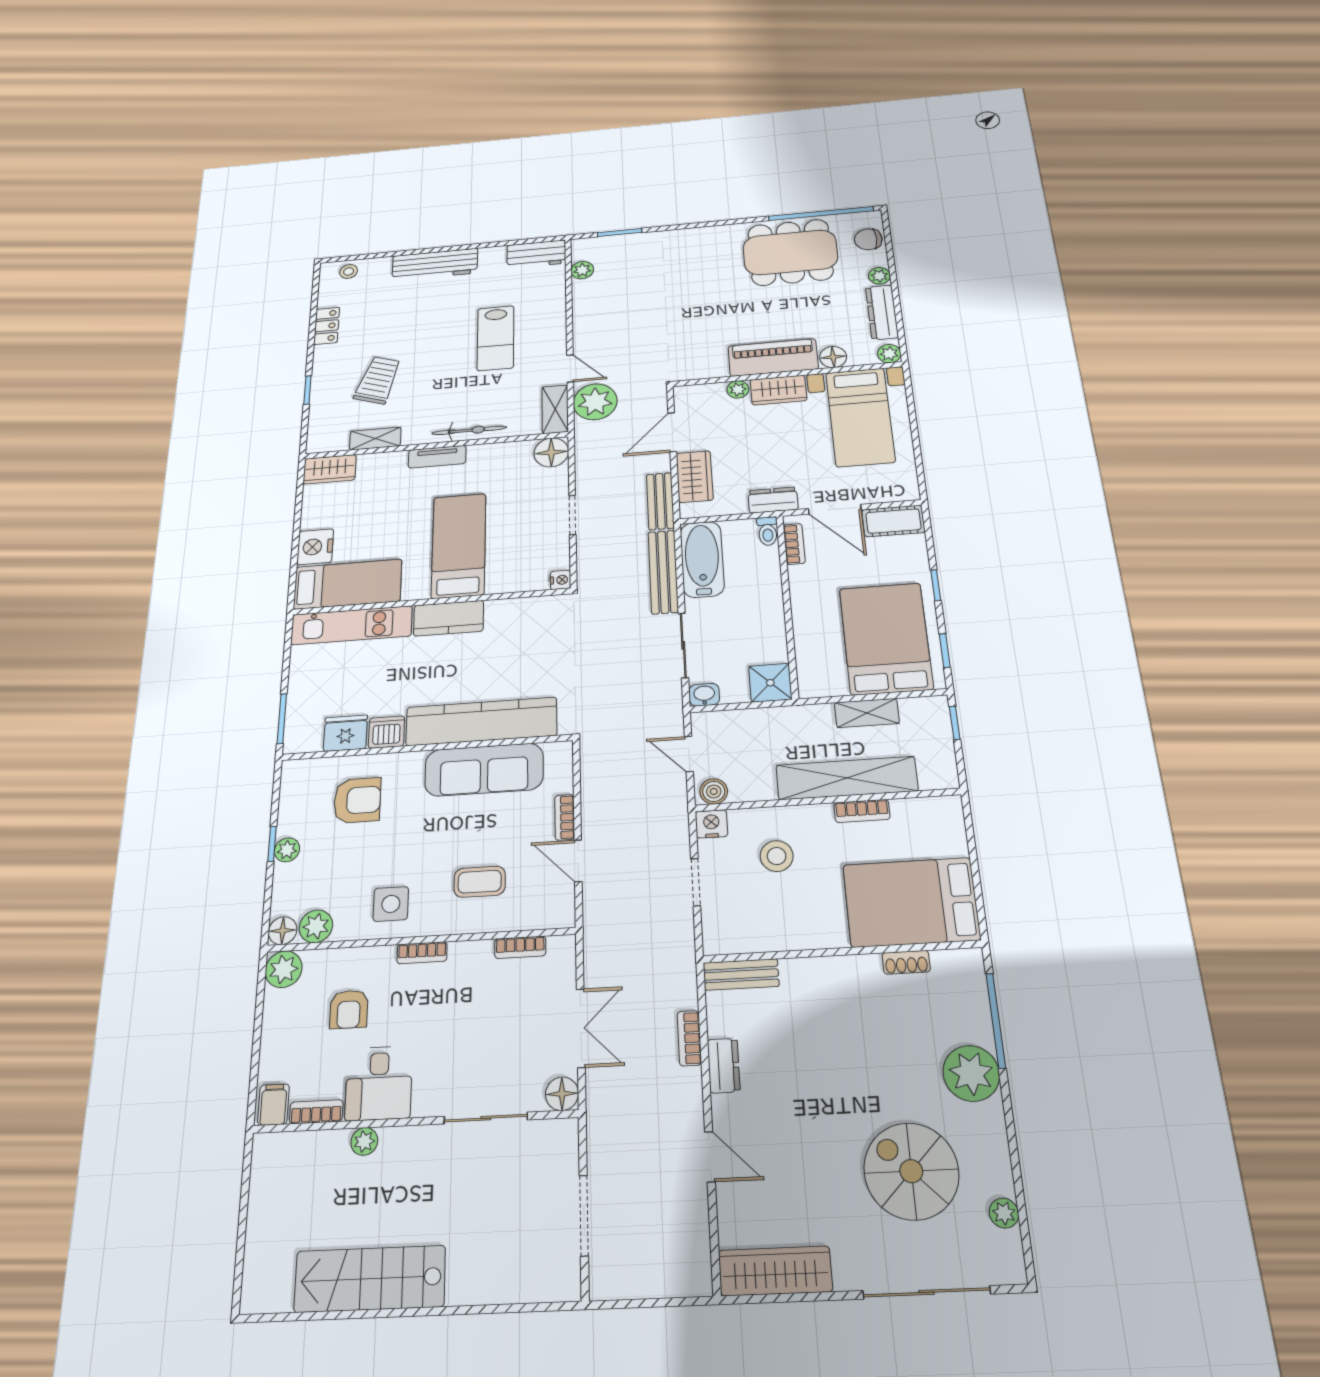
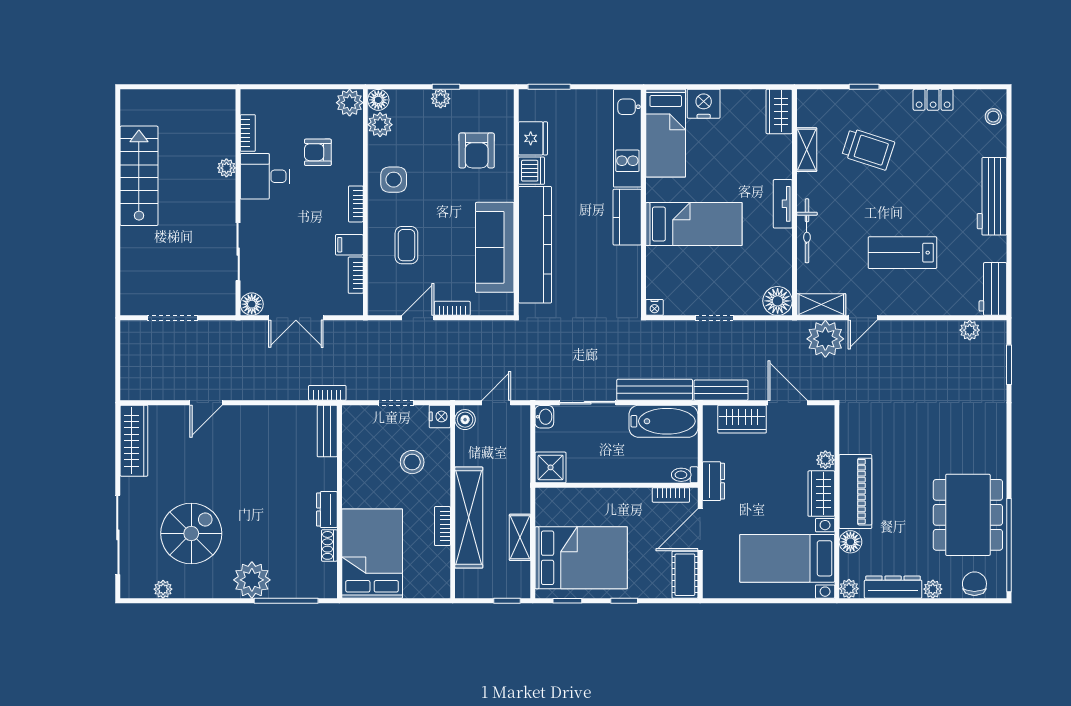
bookcase: (689, 1038) -> (327, 393), moved
dresser: (724, 1066) -> (327, 510), moved, turned 90
filing cabinet: (273, 1105) -> (349, 245), moved, turned 180

